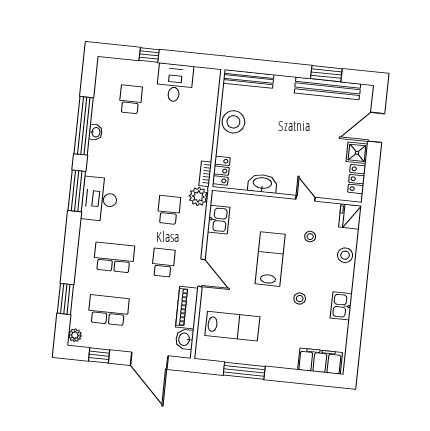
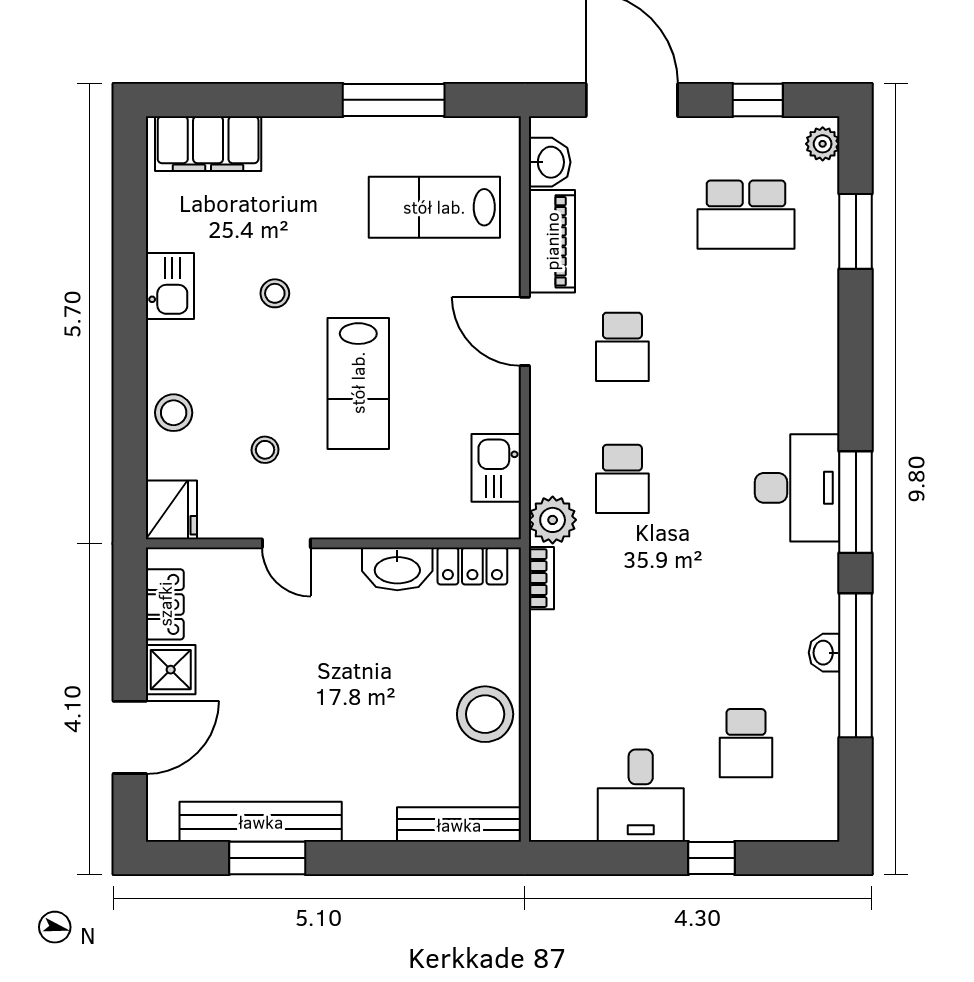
locker: (221, 171) -> (472, 566), moved, turned -90
school desk: (114, 257) -> (746, 347), removed

